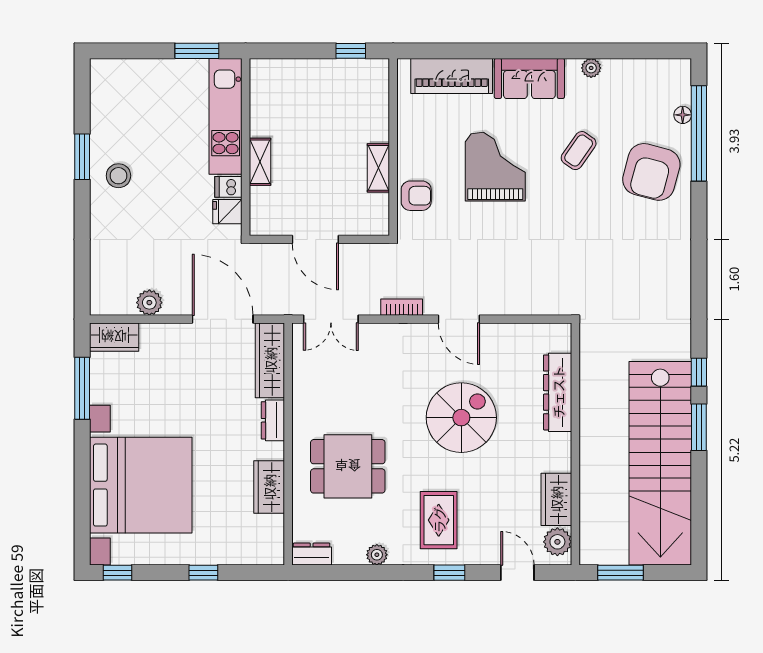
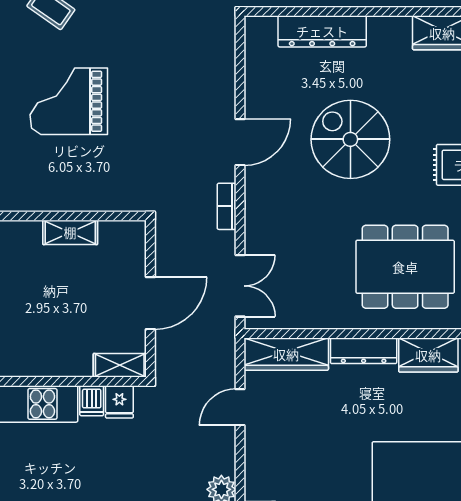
shelving: (260, 162) -> (120, 365), moved
armchair: (416, 196) -> (101, 190), removed
door: (223, 319) -> (240, 407), width x0.53
dresser: (273, 420) -> (364, 351), width x1.44
dining table: (348, 466) -> (405, 267), width x1.38

